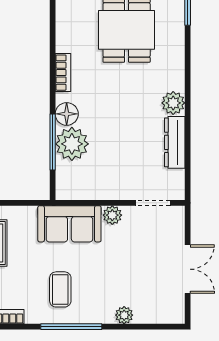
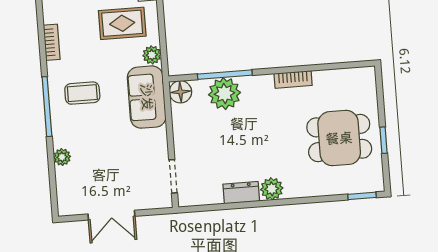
floor lamp: (67, 114) -> (180, 92), moved
dresser: (175, 142) -> (241, 193), width x0.70
plant: (112, 215) -> (152, 55), moved

